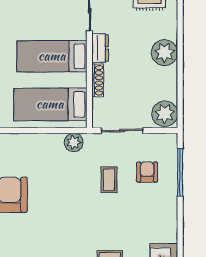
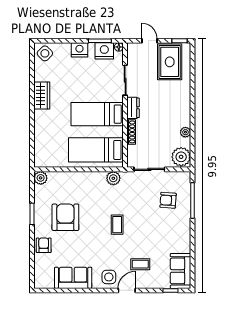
plant: (164, 53) -> (185, 132), moved, width x0.53, depth x0.53
armchair: (147, 172) -> (168, 200), turned -86
coffee table: (109, 180) -> (117, 225), moved

